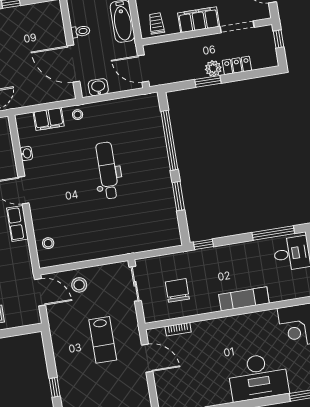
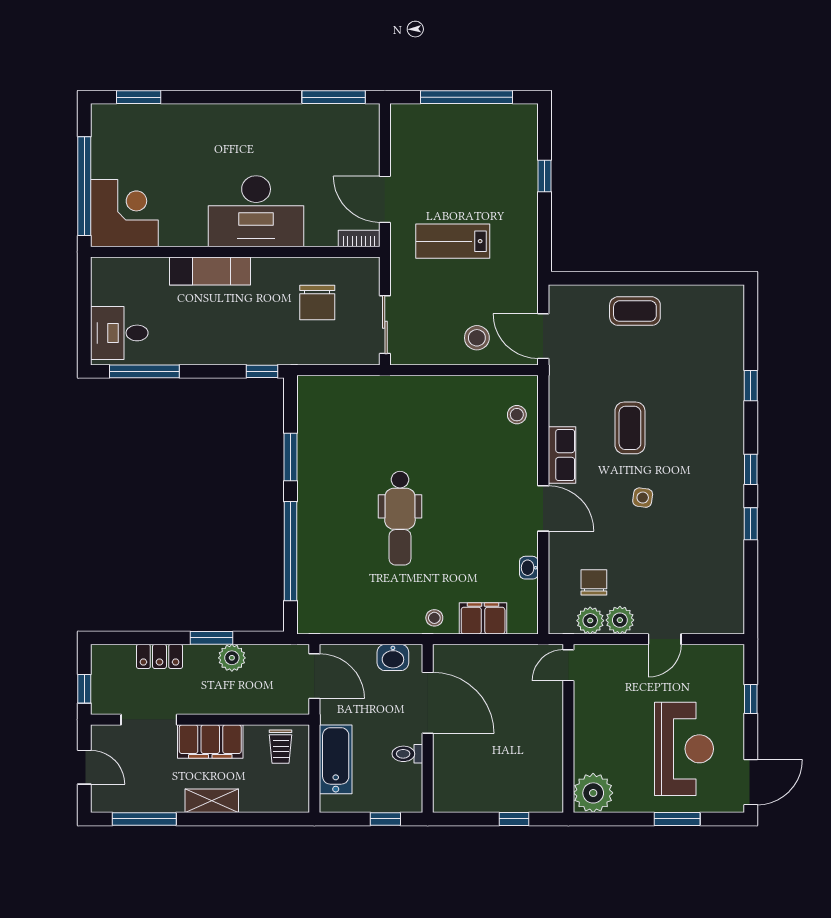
plant: (213, 68) -> (232, 658), moved
bookcase: (178, 329) -> (359, 239), moved
lab bench: (103, 340) -> (453, 241), turned -90
desk: (258, 377) -> (256, 211), moved, turned 180

